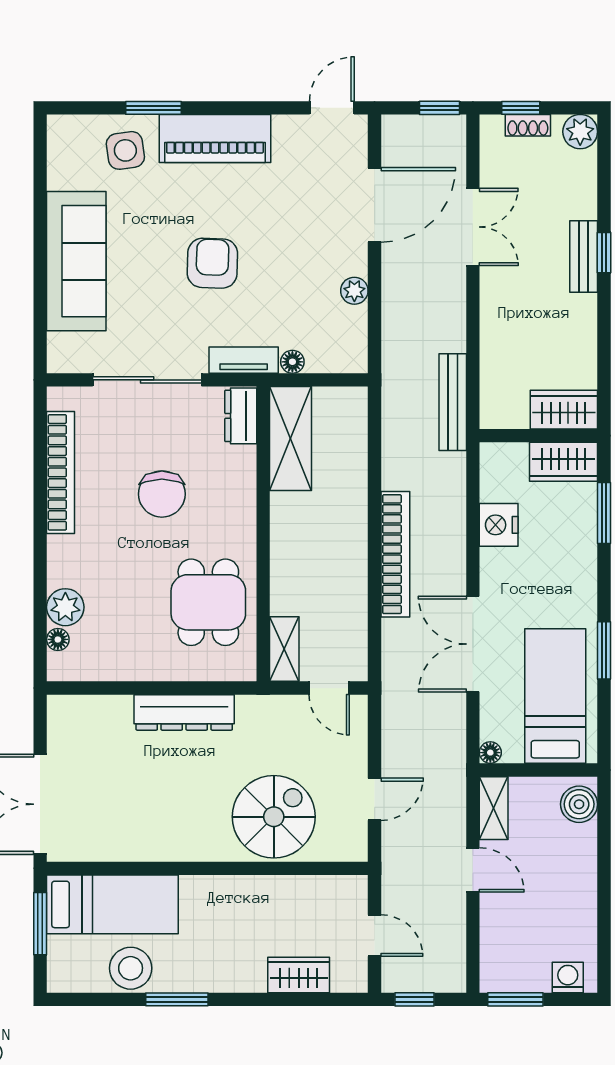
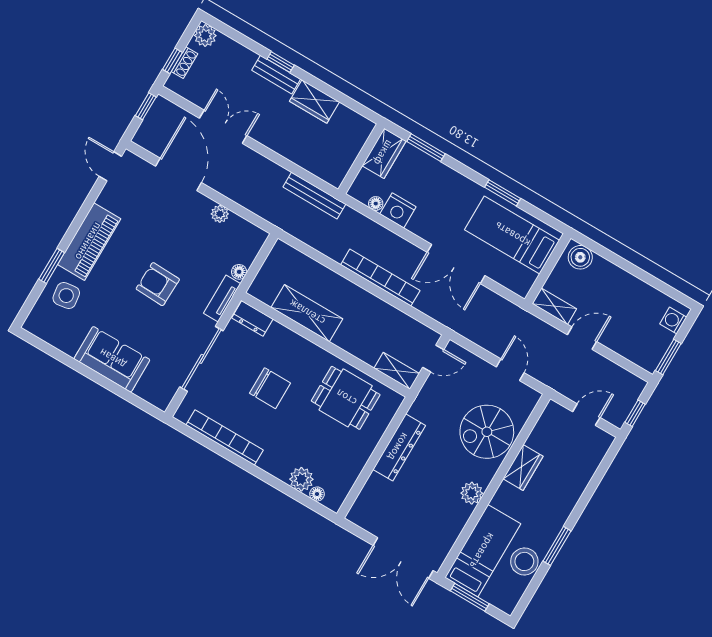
sofa: (76, 261) -> (112, 359), width x0.73
wardrobe: (564, 410) -> (314, 102), moved, turned -90
shelving: (290, 439) -> (307, 313), moved
floor lamp: (490, 753) -> (376, 204), moved
spiral stairs: (274, 817) -> (487, 432), turned -90
plant: (180, 845) -> (472, 493), added
wardrobe: (299, 975) -> (523, 468), moved, turned 180

